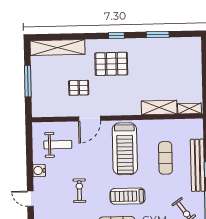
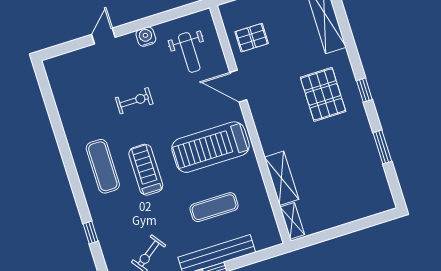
pallet: (79, 88) -> (252, 38), moved, turned 90

